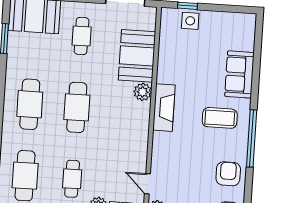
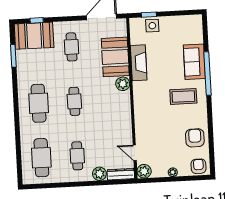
cafe table: (77, 107) -> (74, 101), width x0.73, depth x0.74
fireplace: (164, 108) -> (139, 63), moved
window: (252, 138) -> (207, 74), moved

